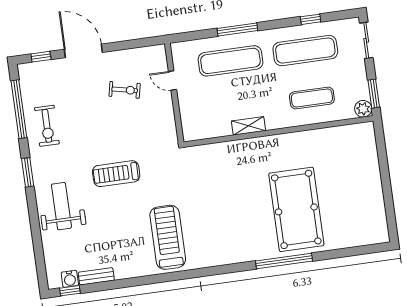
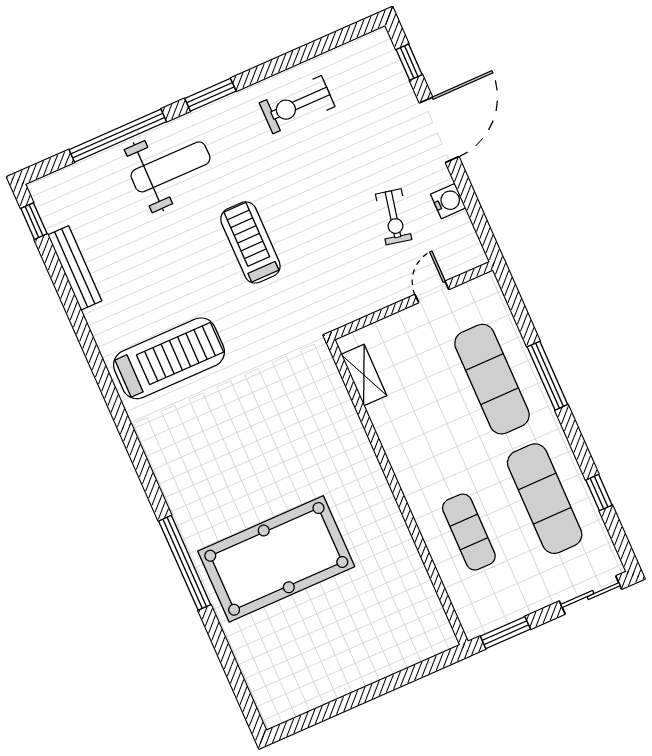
window: (19, 109) -> (118, 136), moved
plant: (363, 109) -> (475, 622), removed
shelving: (249, 126) -> (364, 375), moved
bench: (96, 276) -> (75, 268), width x1.36
water cooler: (70, 279) -> (448, 201), moved, turned 180

